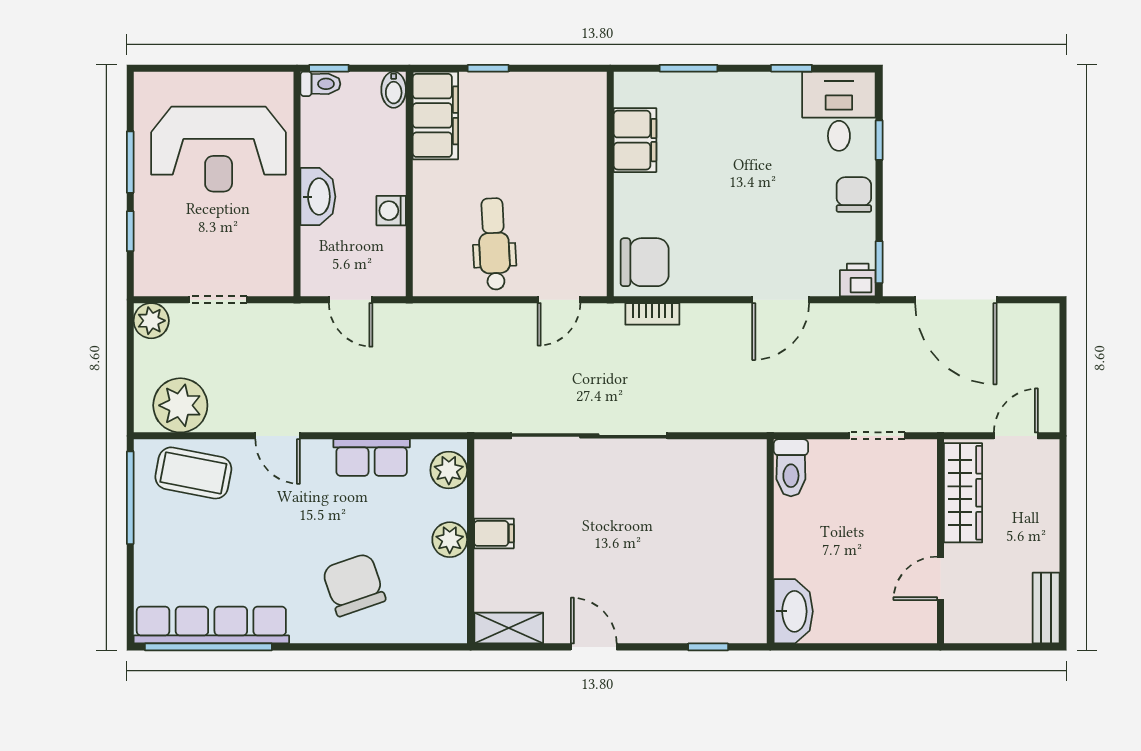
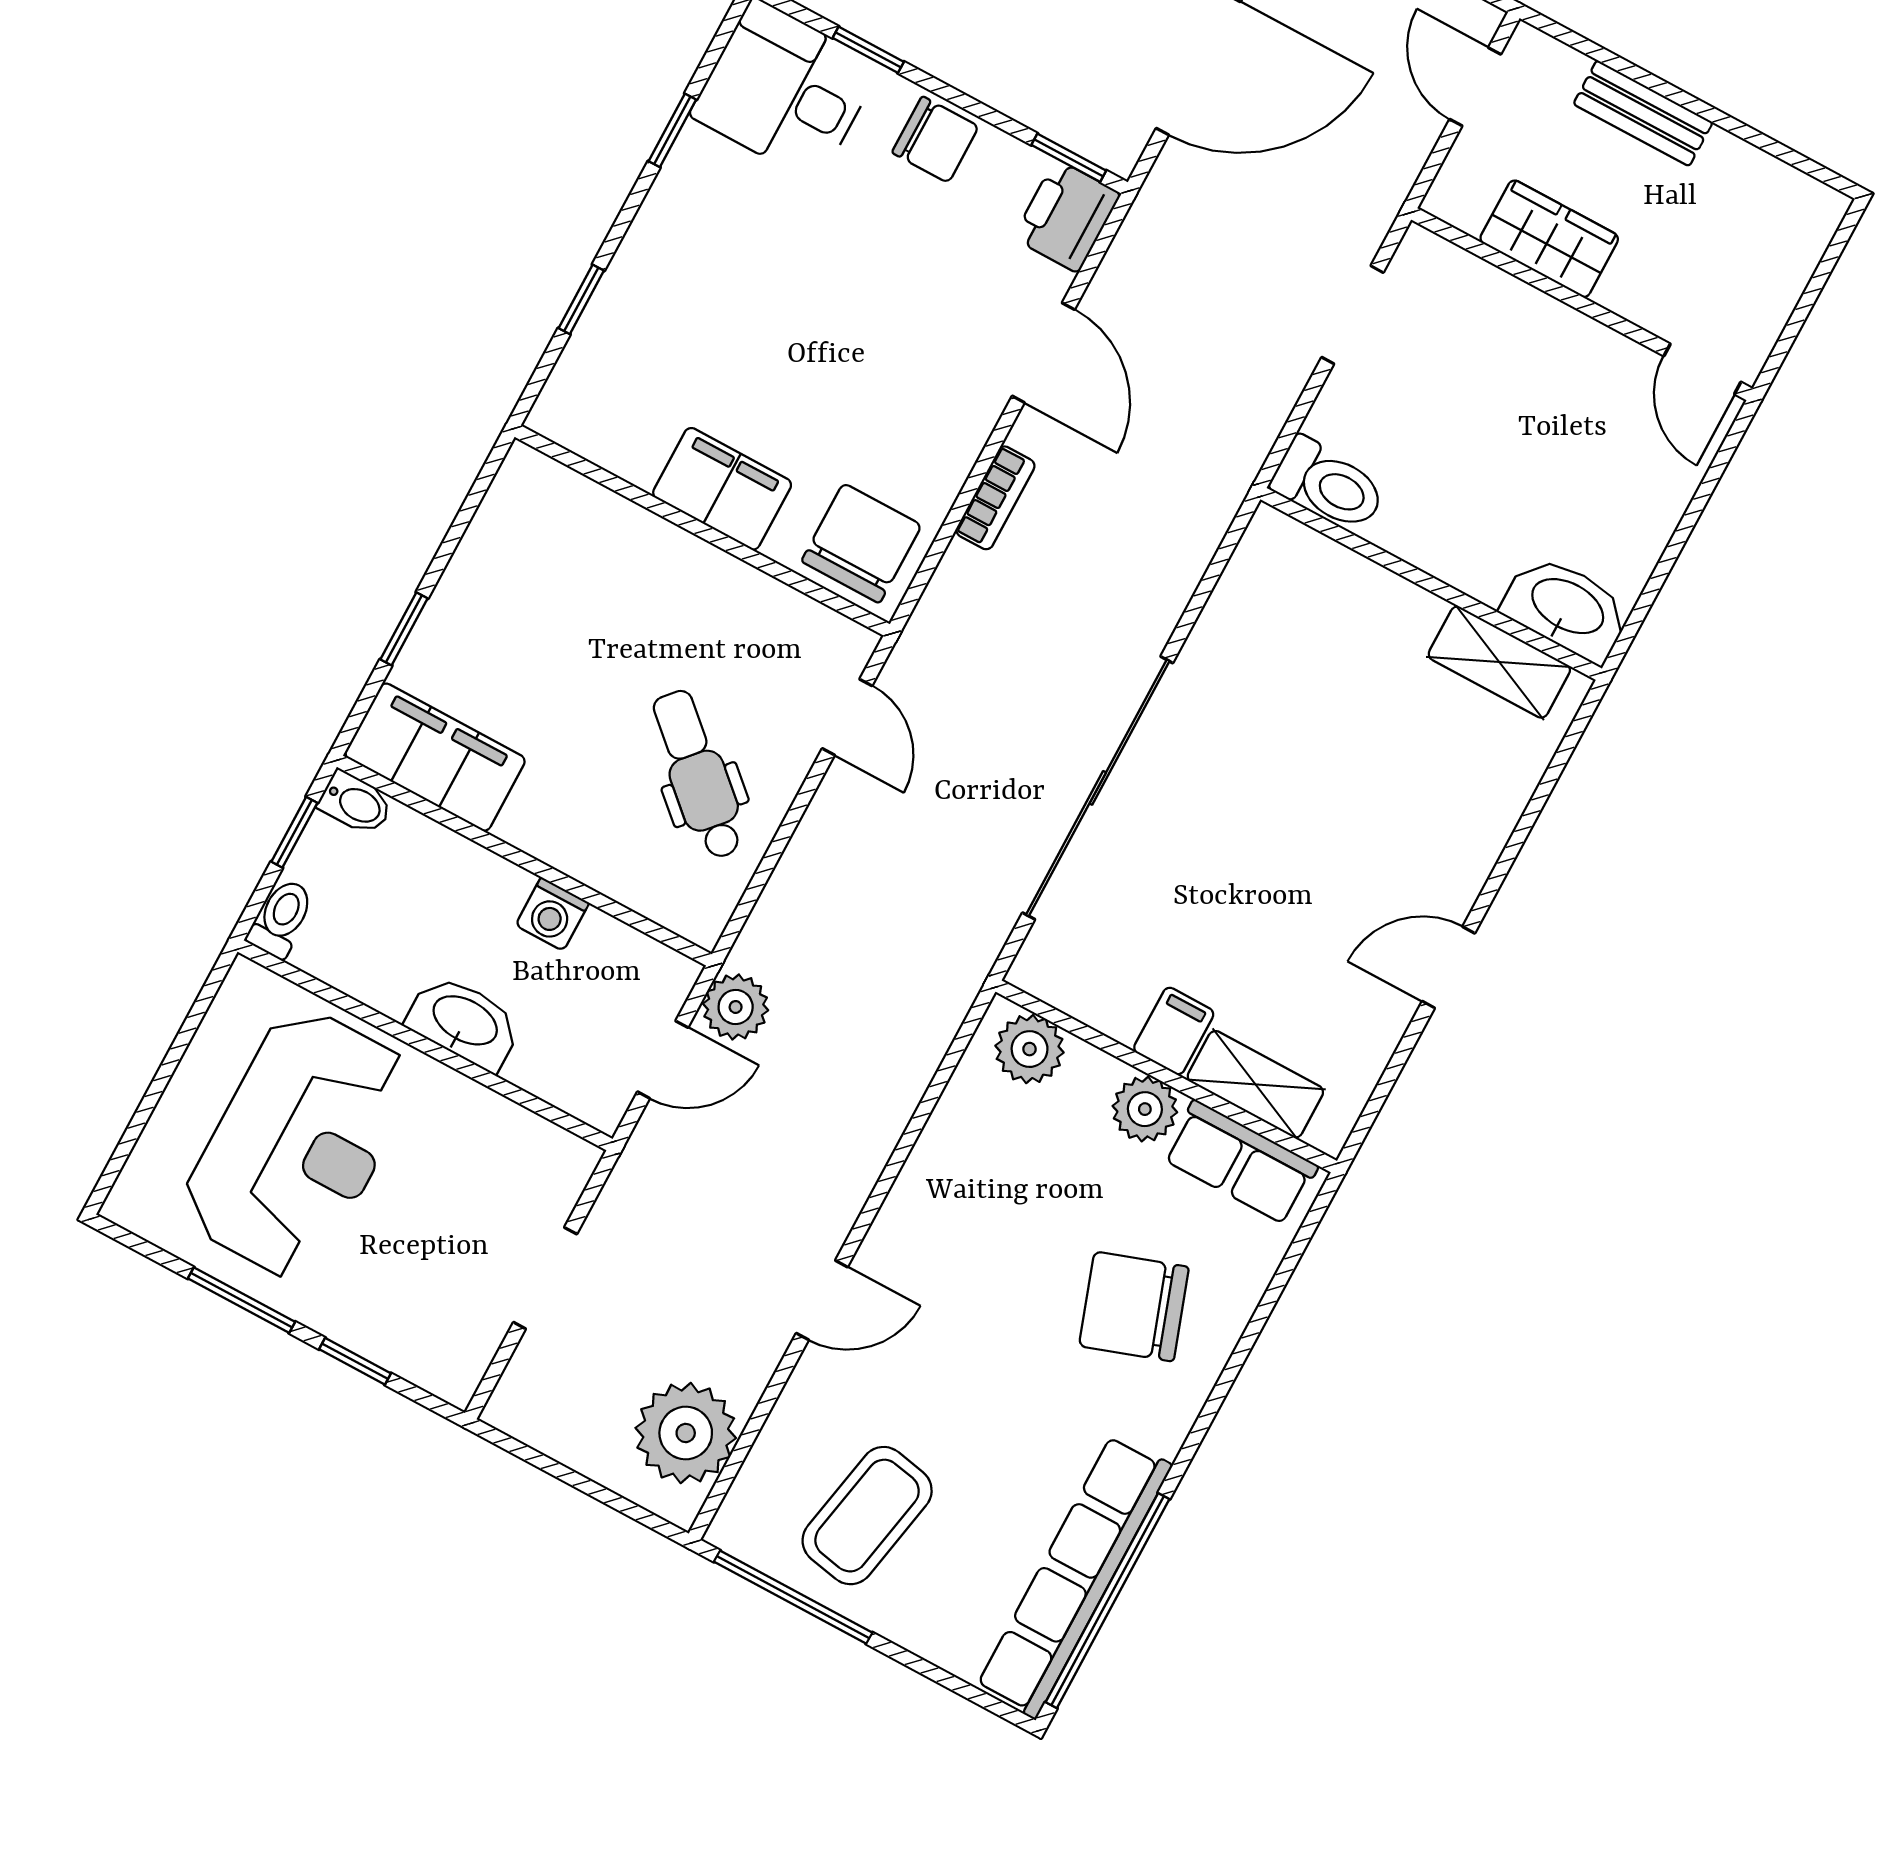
window: (329, 68) -> (294, 832), moved
window: (689, 68) -> (581, 299), width x0.67
filing cabinet: (635, 140) -> (722, 489), moved
chair: (854, 195) -> (935, 140), turned 180
dental chair: (494, 244) -> (698, 775), turned 45
printer: (858, 280) -> (1067, 216), width x1.36, depth x1.24
bookcase: (652, 314) -> (995, 498), moved
plant: (151, 321) -> (736, 1007), moved
row of seats: (372, 458) -> (1240, 1162), moved, turned 90
coffee table: (193, 473) -> (867, 1516), moved
wardrobe: (963, 493) -> (1549, 239), width x0.67
door: (940, 578) -> (1702, 369), moved
shelving: (751, 593) -> (1499, 662), added
bench: (1046, 608) -> (1643, 113), moved
shelving: (509, 628) -> (1255, 1084), moved, turned 90
window: (708, 647) -> (1550, 779), removed

